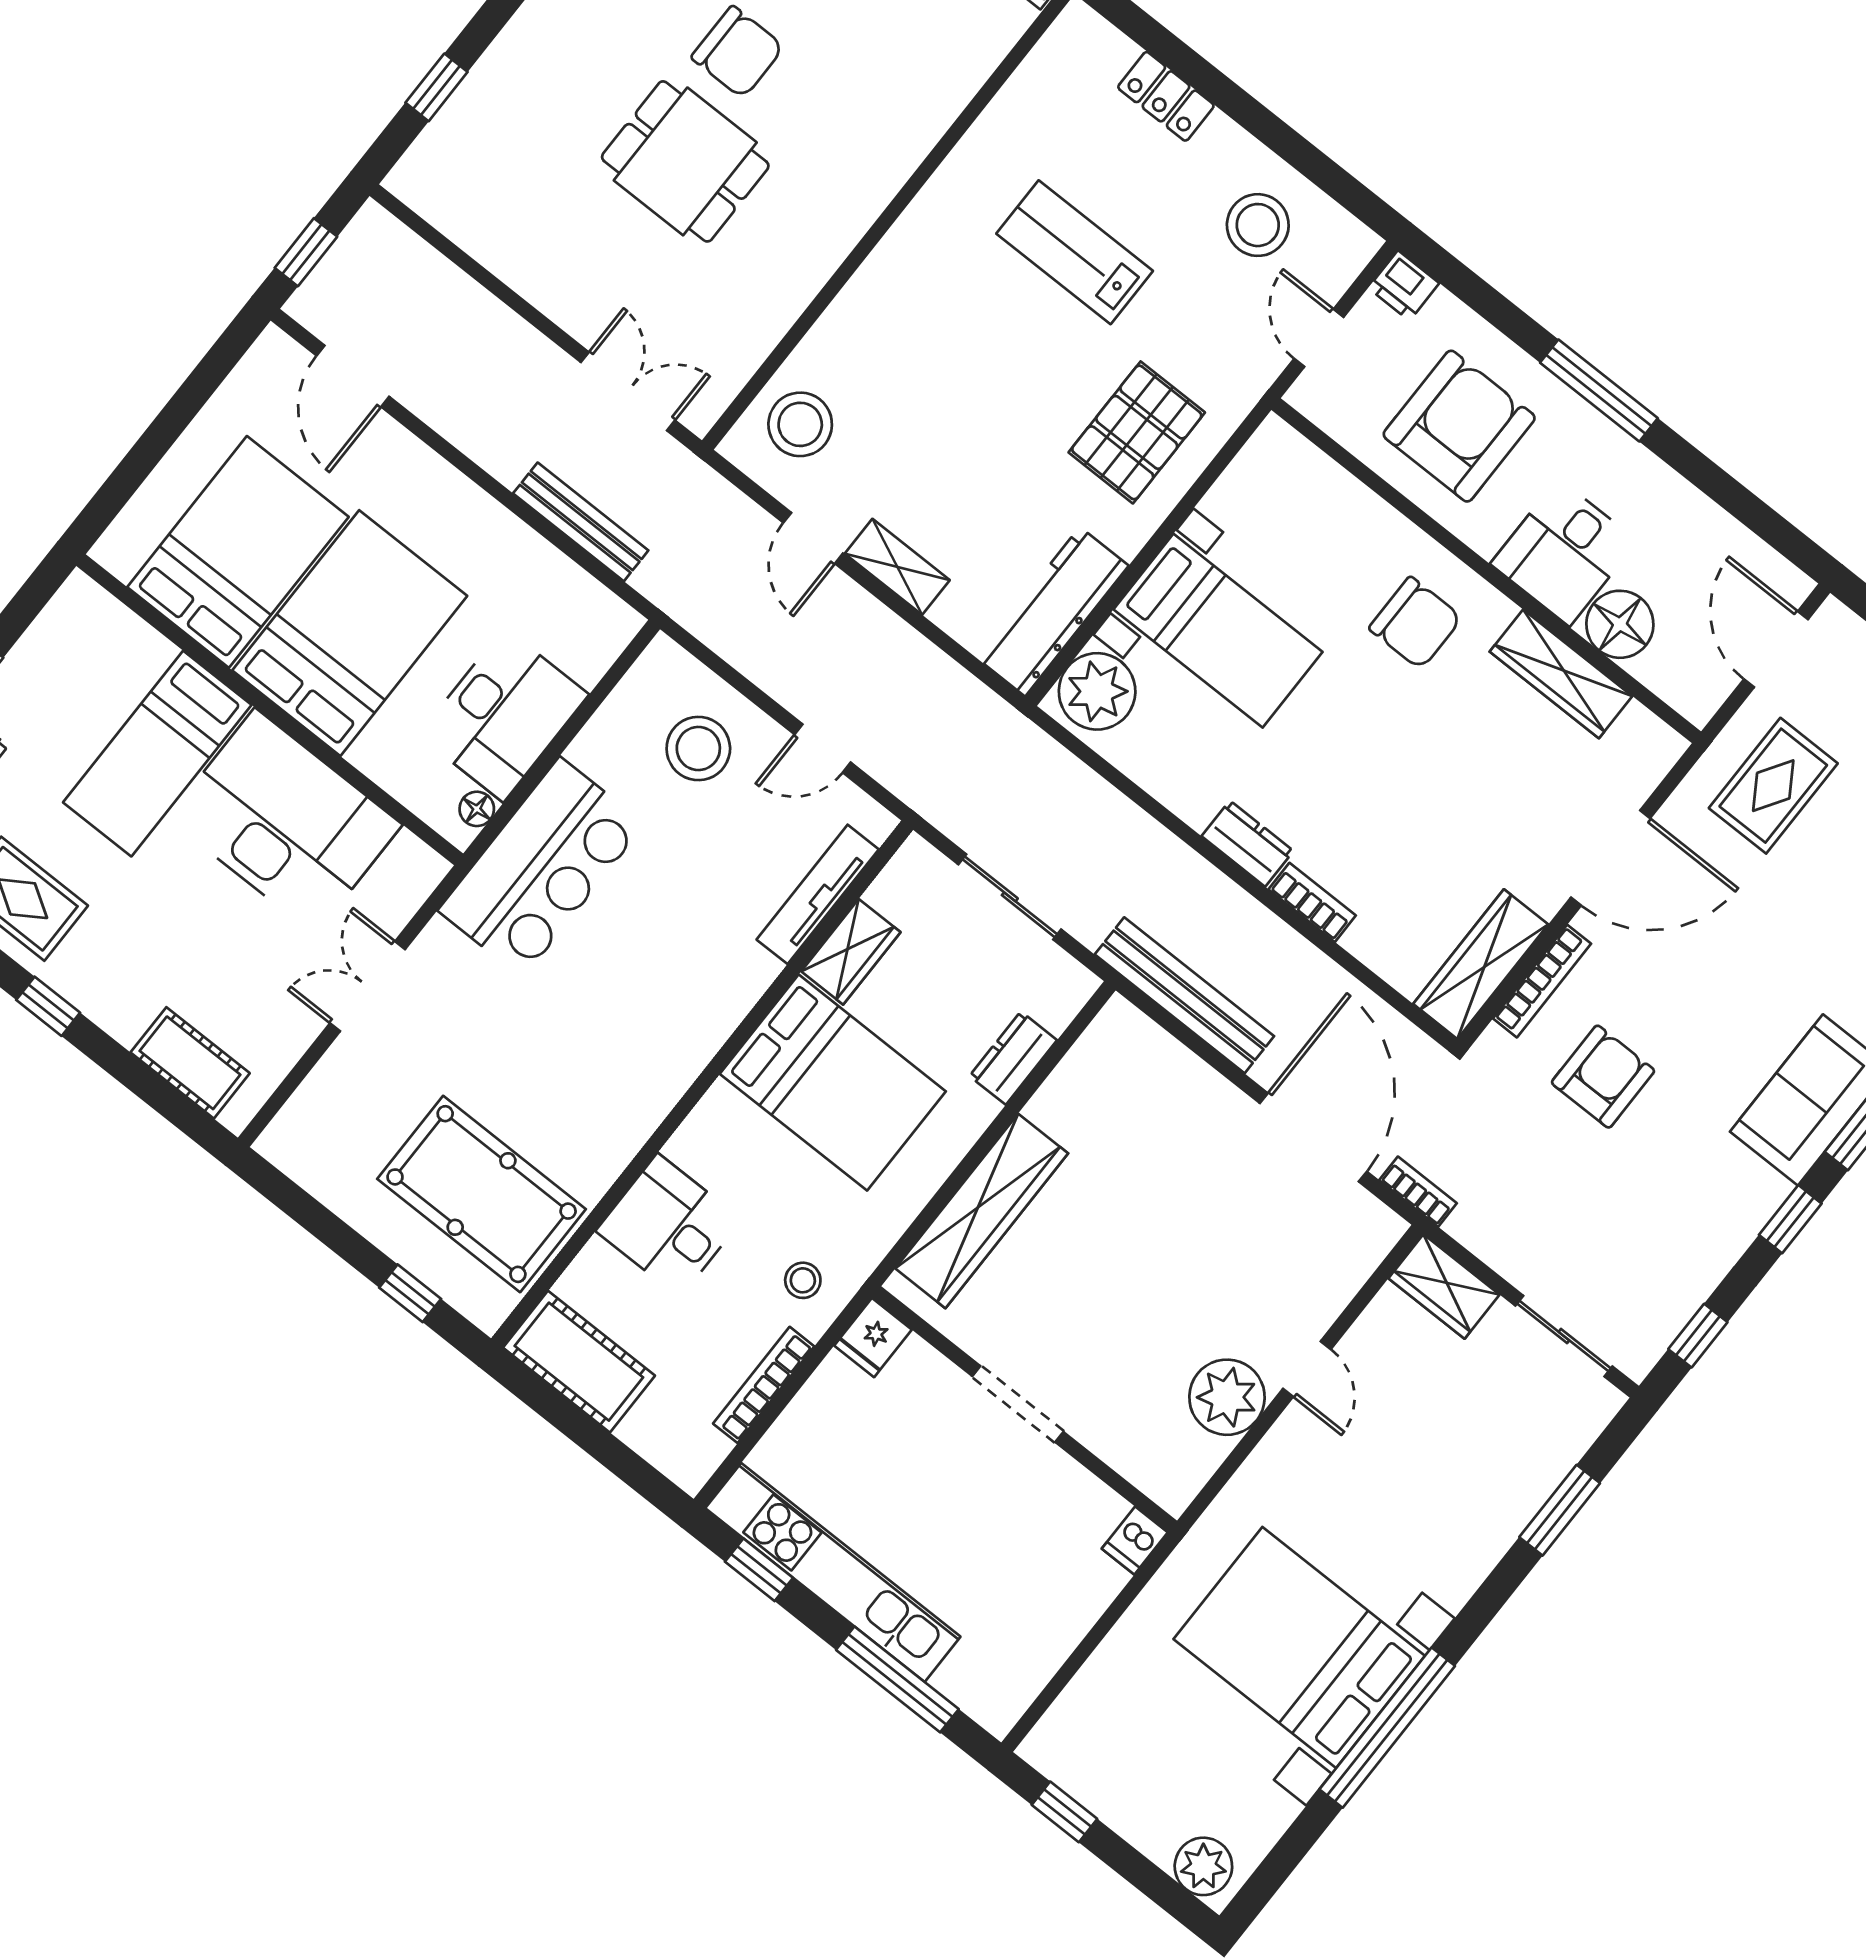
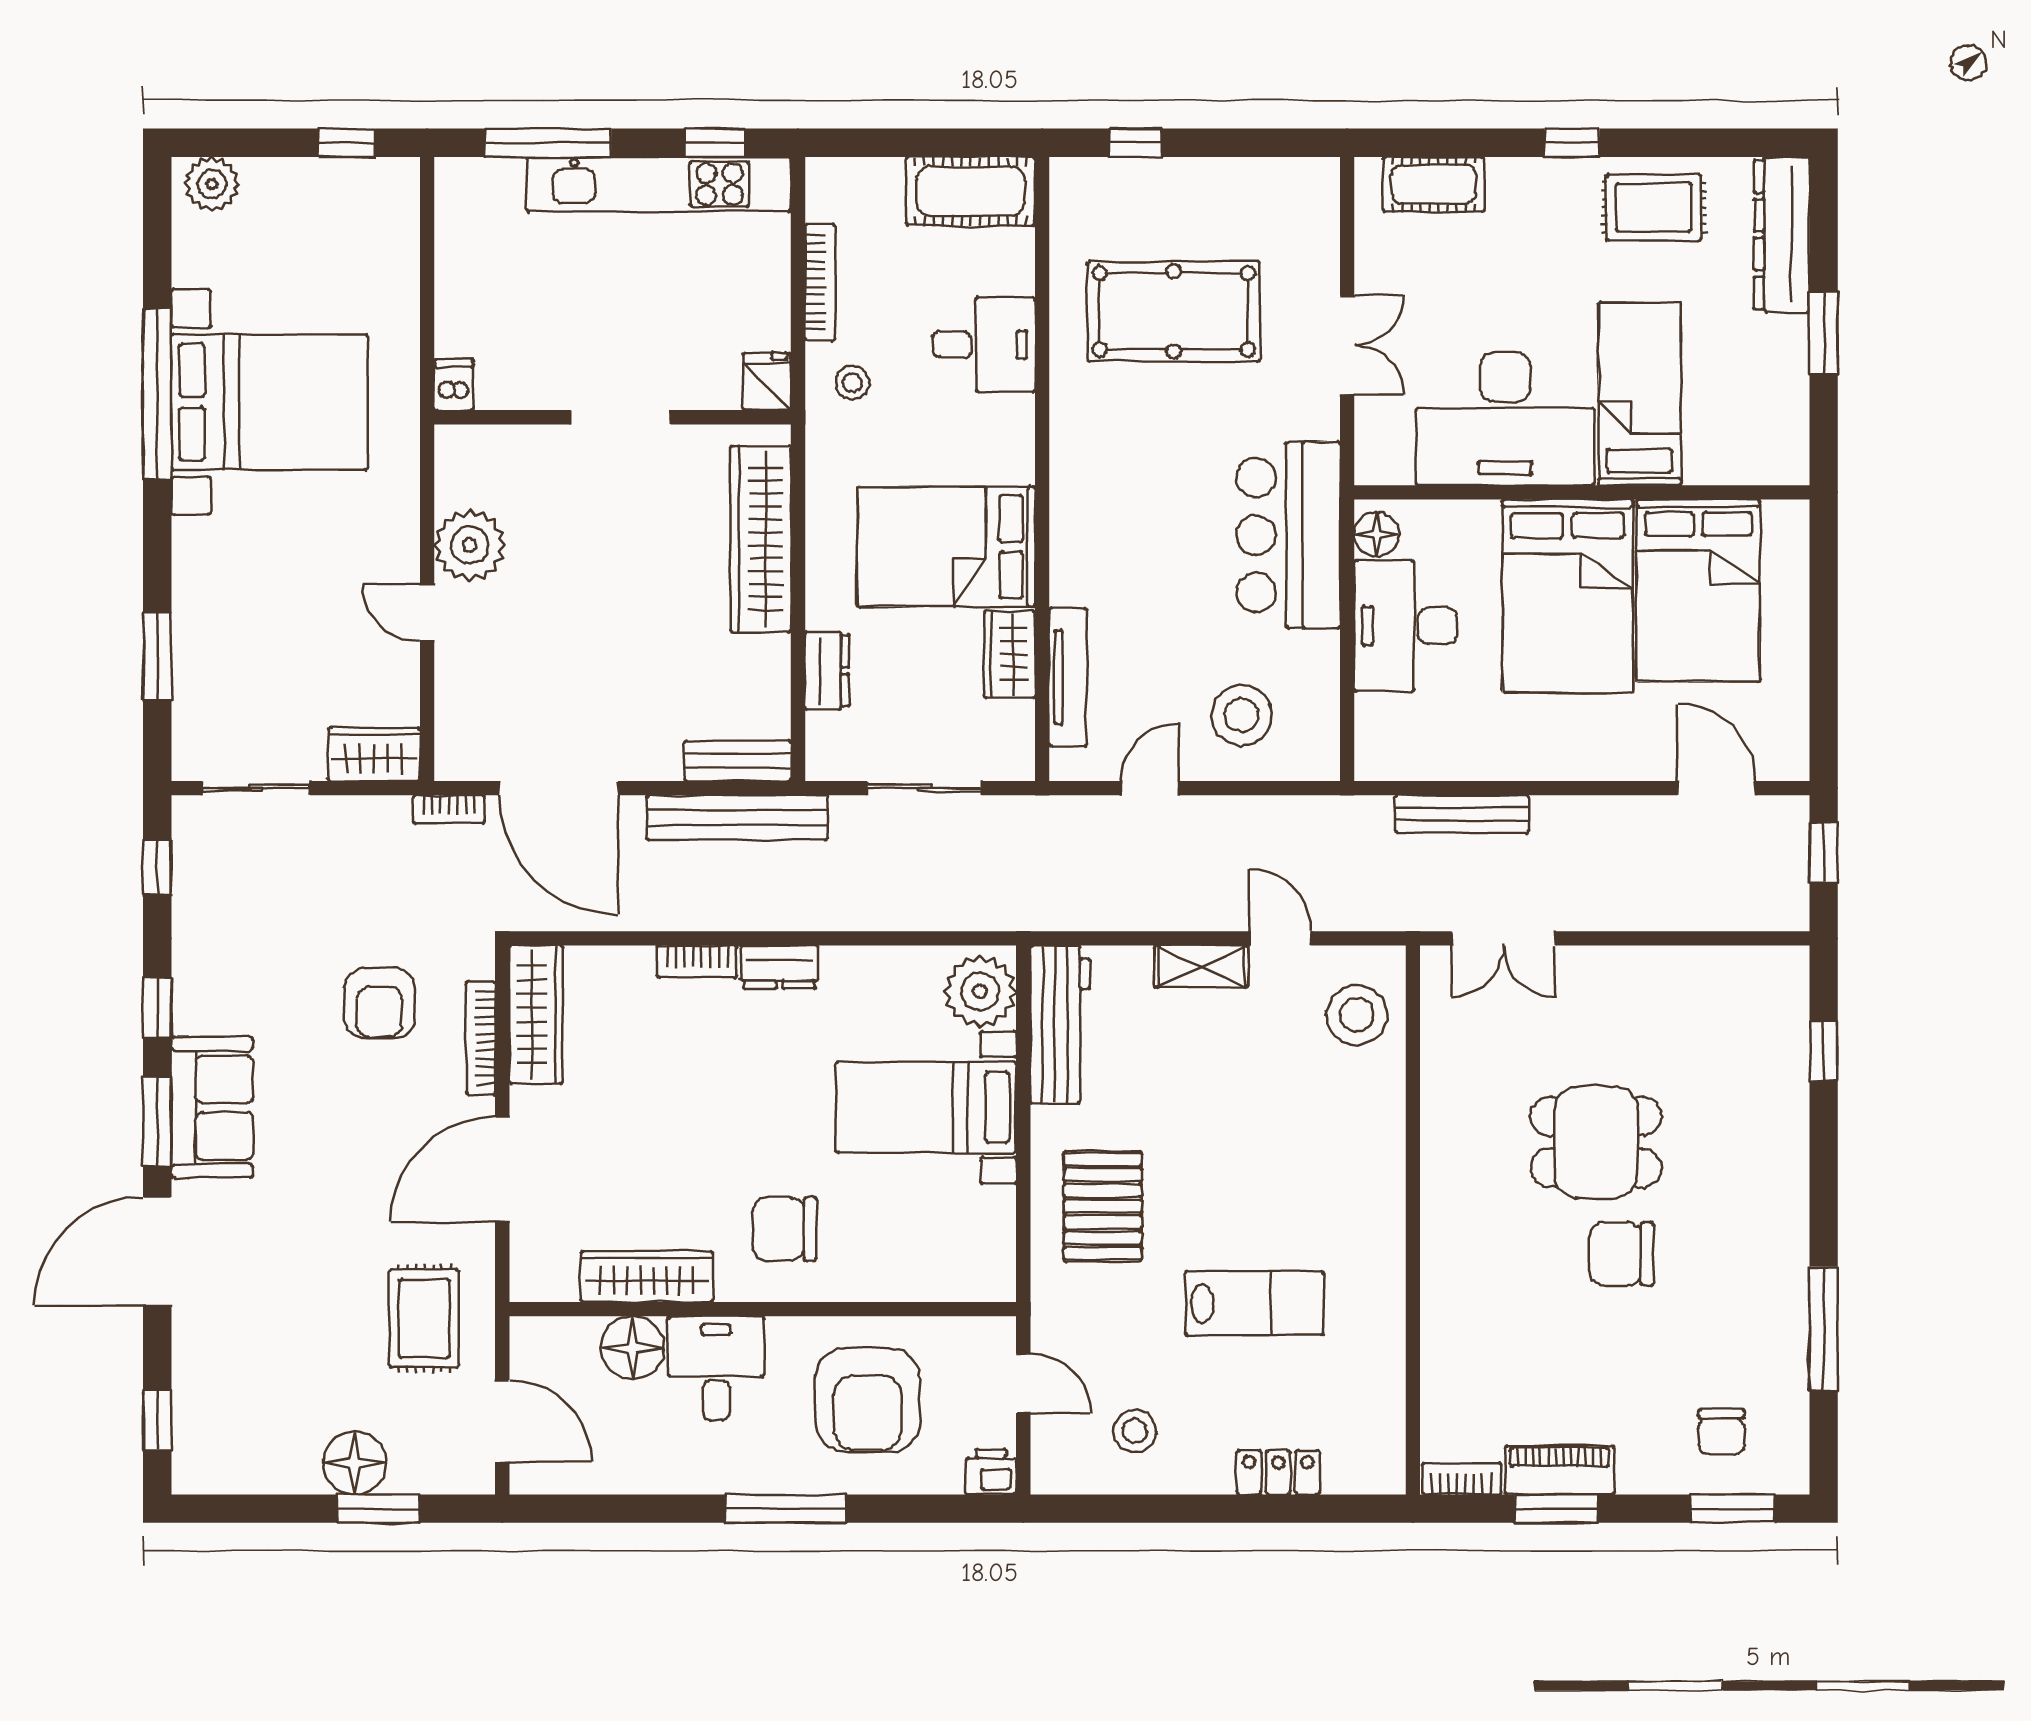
stool: (1258, 225) -> (1135, 1431), width x0.73, depth x0.73
floor lamp: (477, 809) -> (1376, 534), width x1.37, depth x1.37
bench: (1146, 1042) -> (738, 761), added
pool table: (482, 1194) -> (1174, 311), moved

